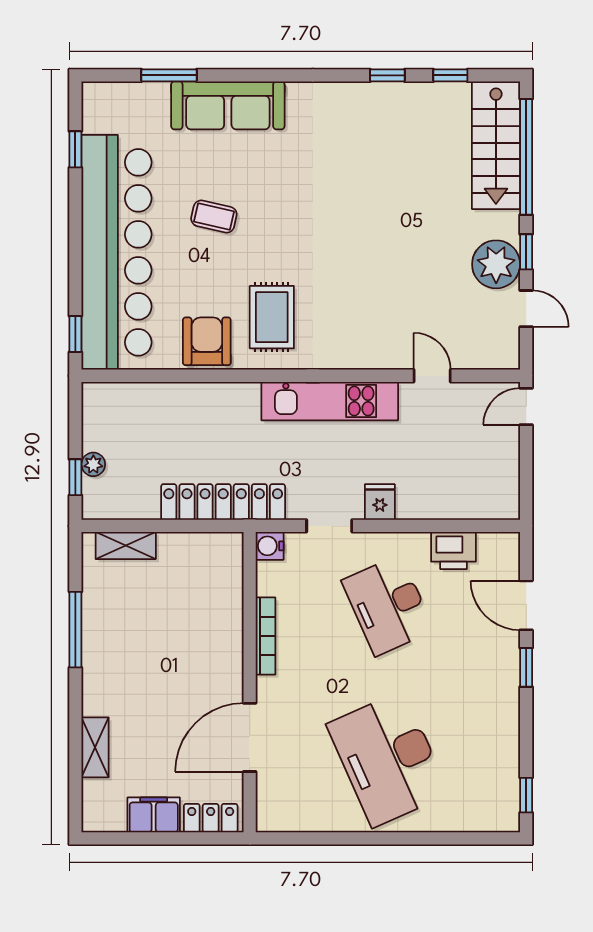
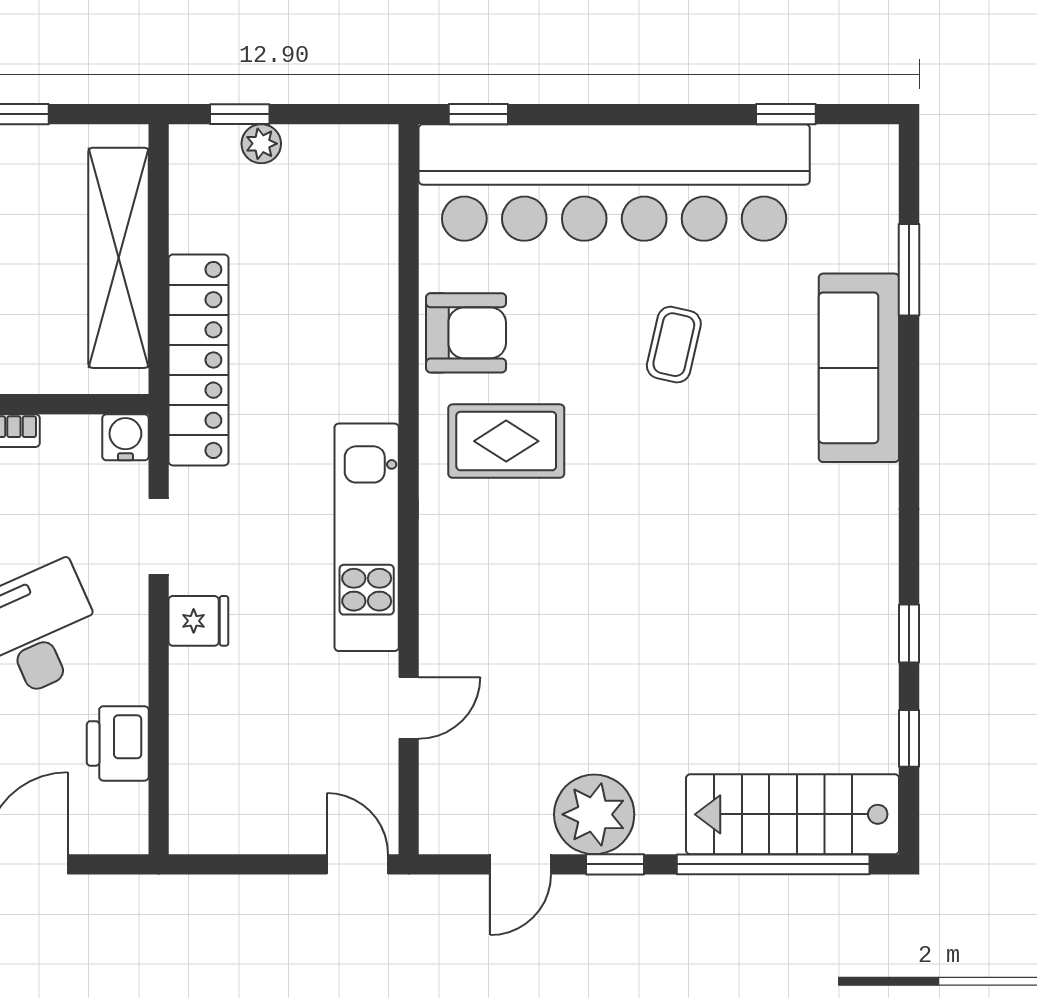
shelving: (126, 546) -> (119, 258), width x2.20, depth x1.33

